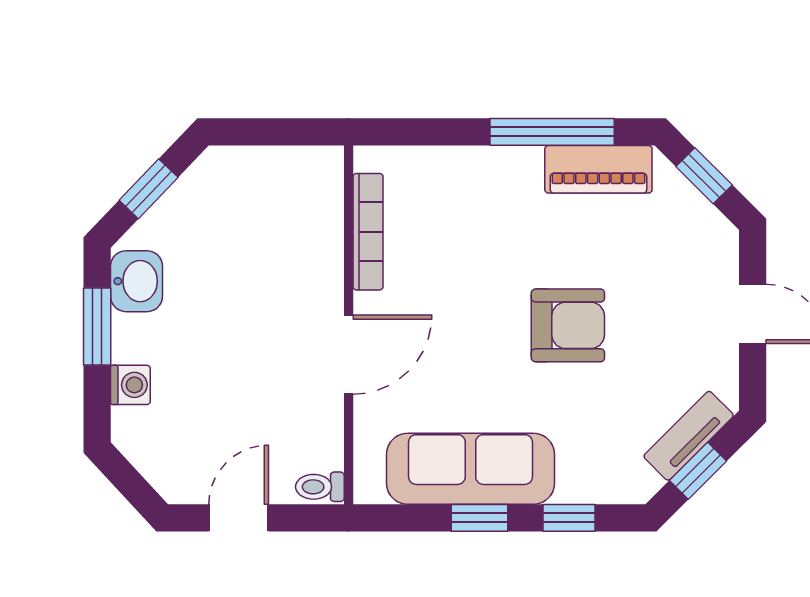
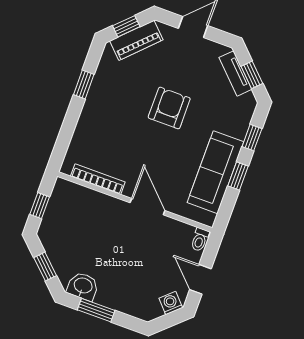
window: (270, 132) -> (40, 206), added
window: (552, 132) -> (84, 85), width x0.46
piano: (598, 169) -> (136, 40), moved, turned 45
washing machine: (130, 385) -> (171, 303), moved, turned -43

